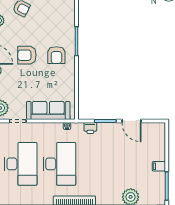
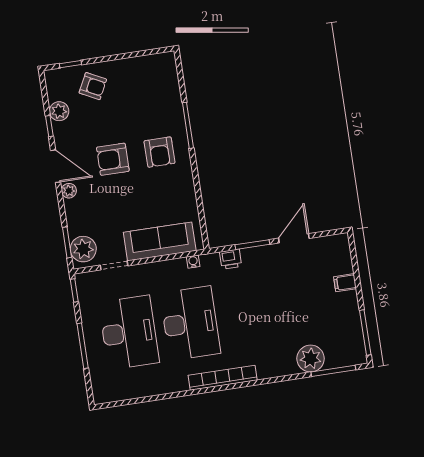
door: (131, 121) -> (294, 238), swing flipped
filing cabinet: (159, 166) -> (345, 283), moved

